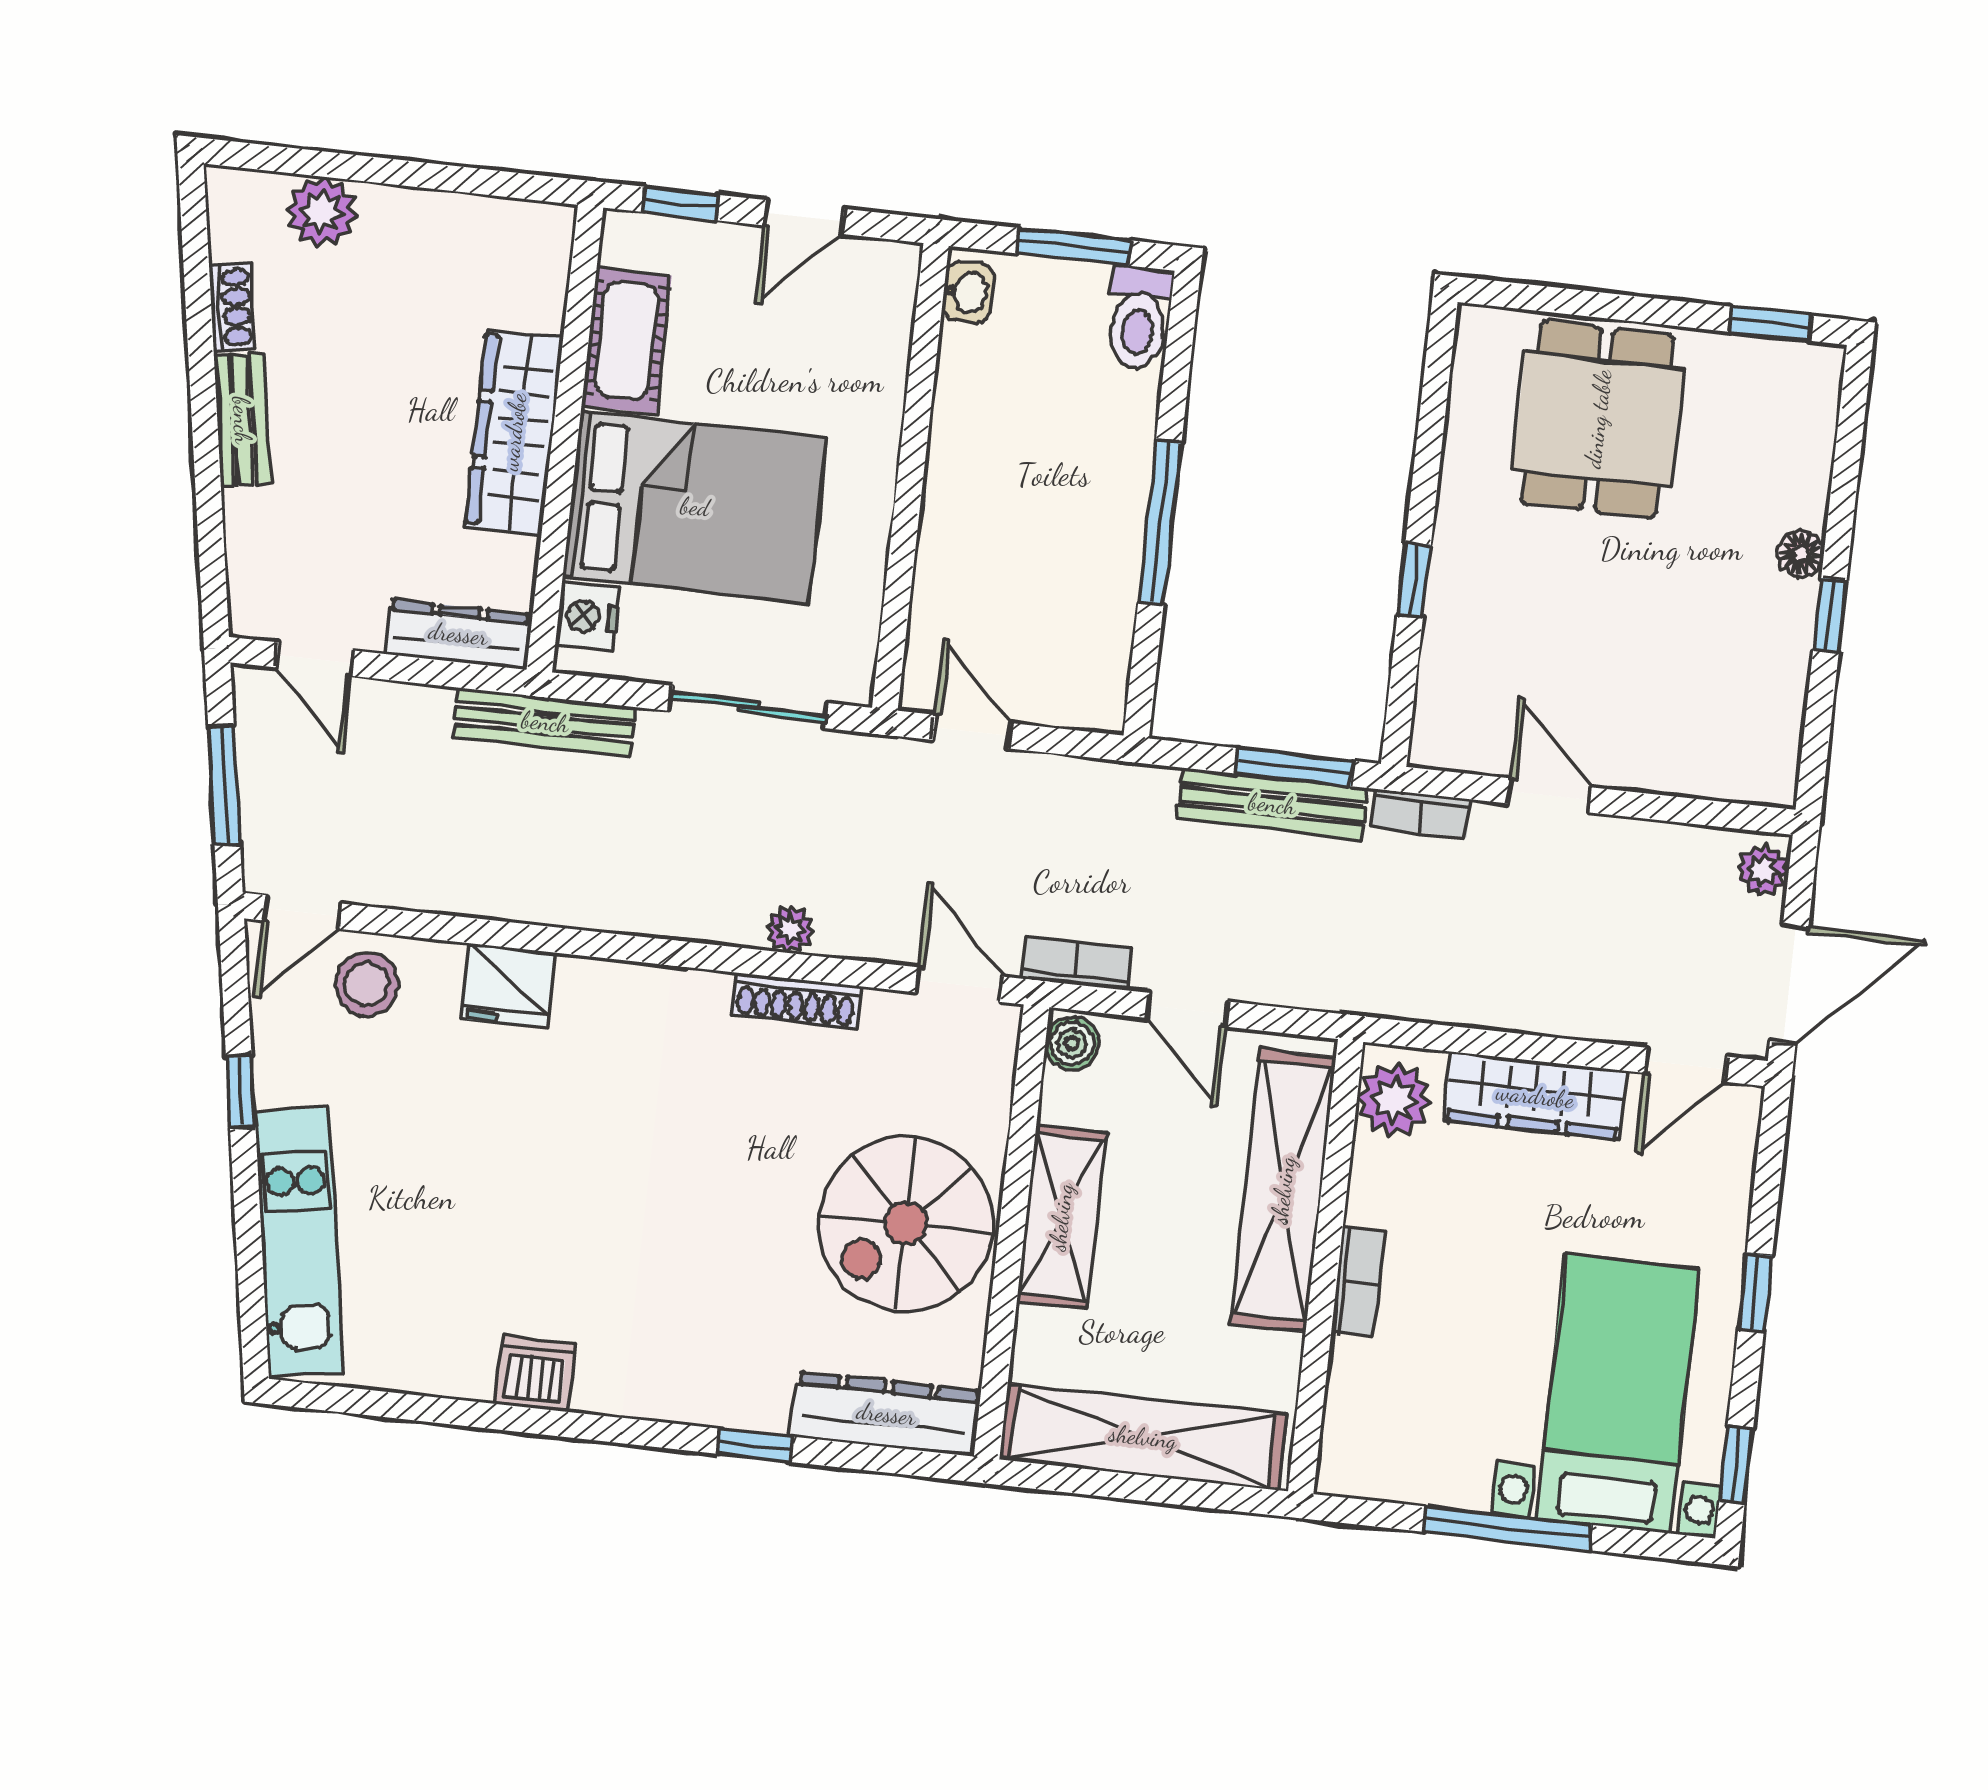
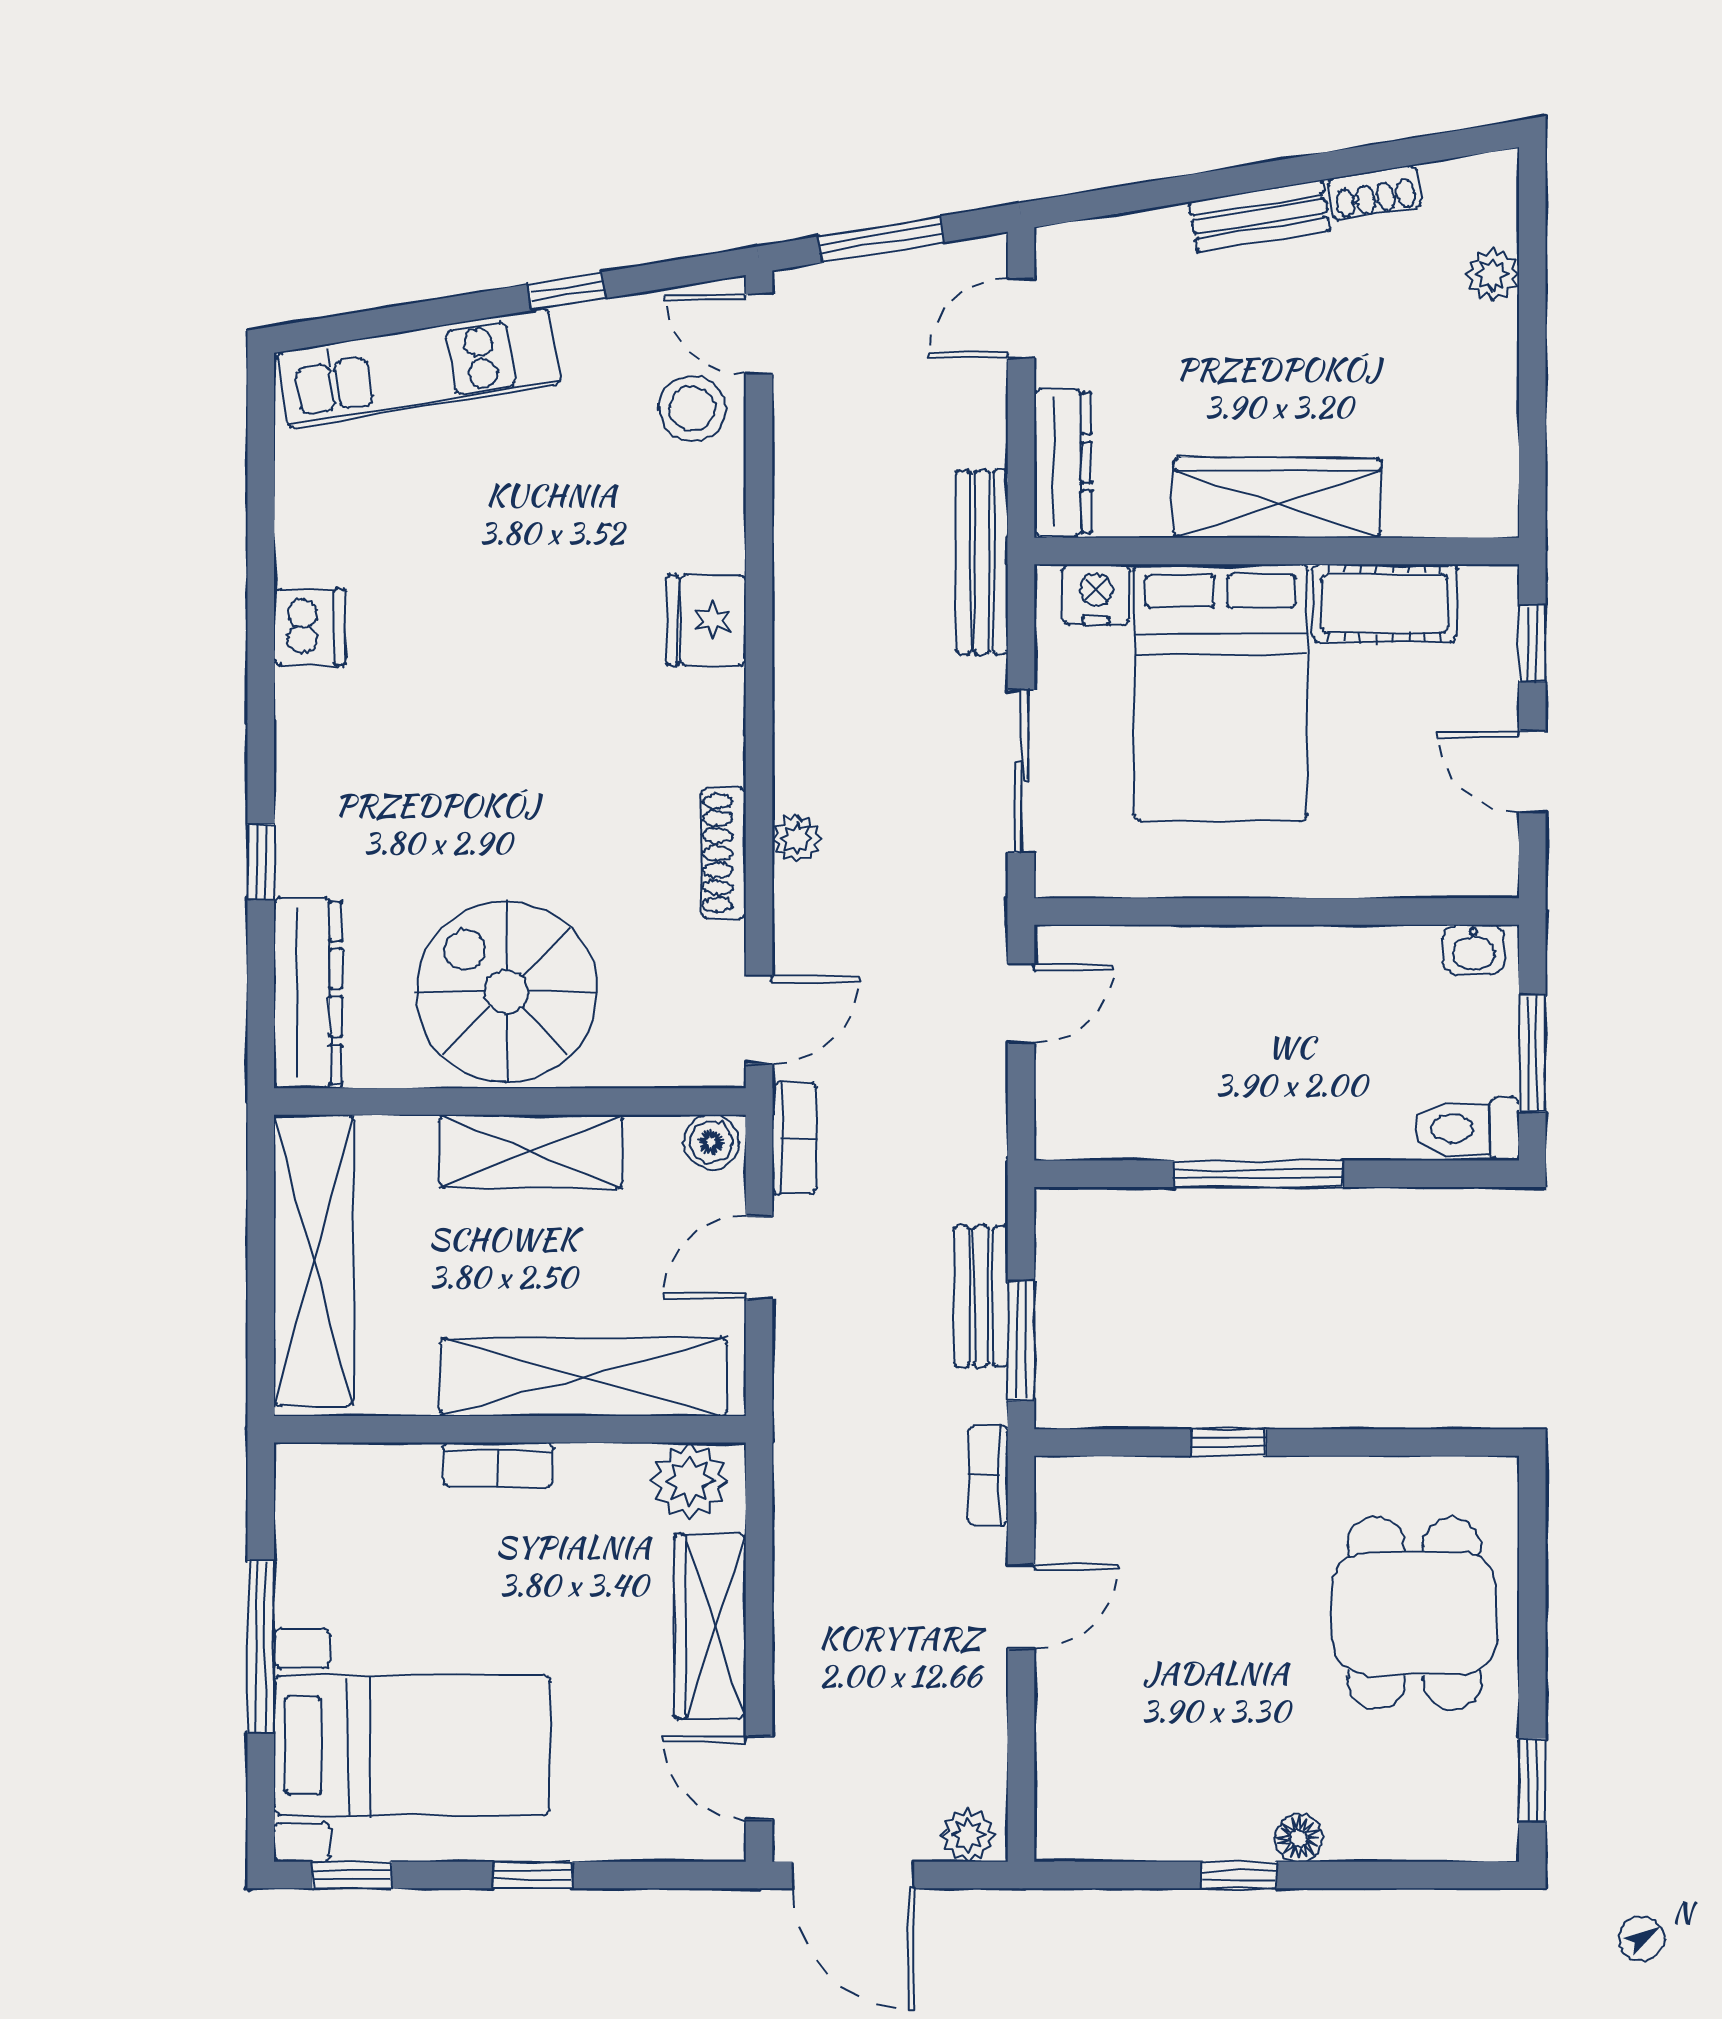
plant: (321, 212) -> (1492, 274), width x0.73, depth x0.73
dining table: (1598, 419) -> (1414, 1614), turned 90
bench: (1272, 804) -> (981, 1296), width x0.73
fridge: (508, 985) -> (707, 620), moved

